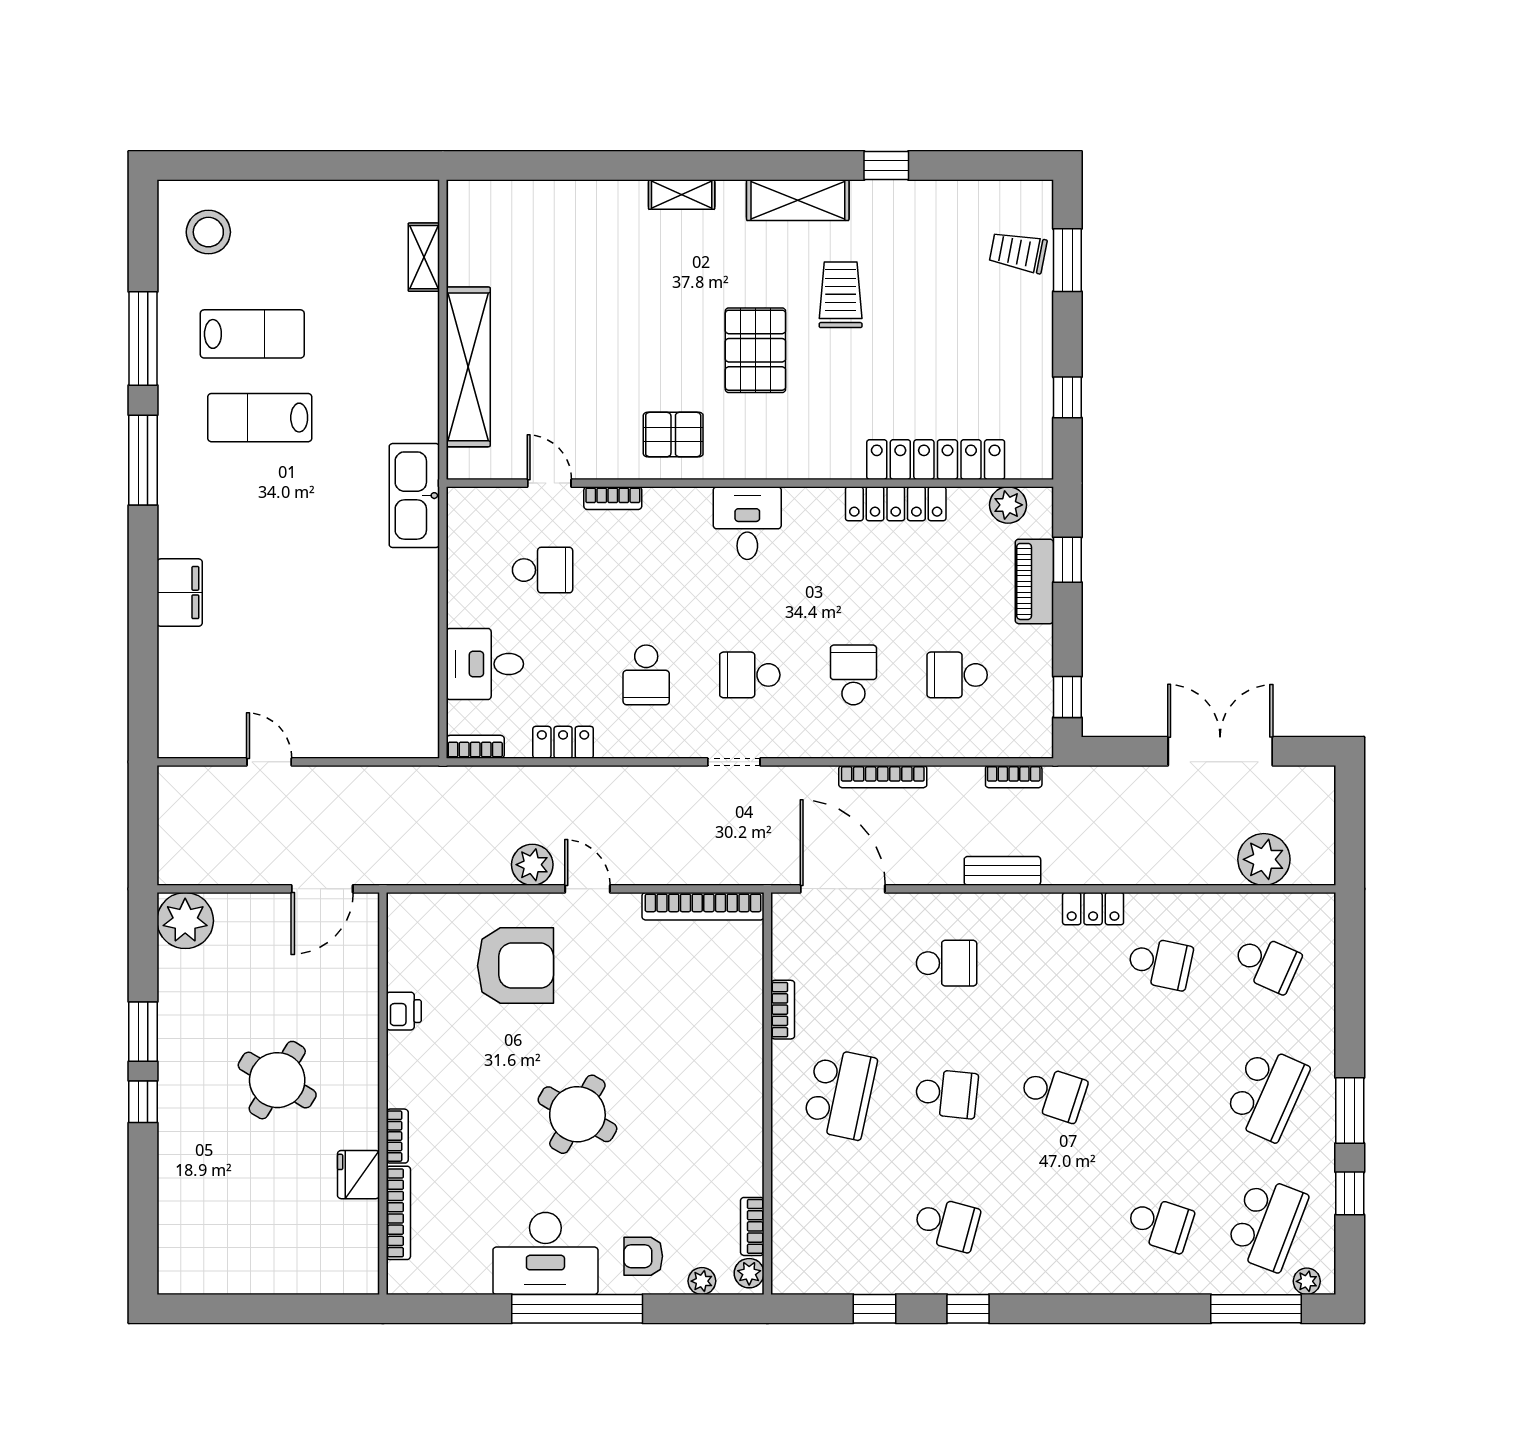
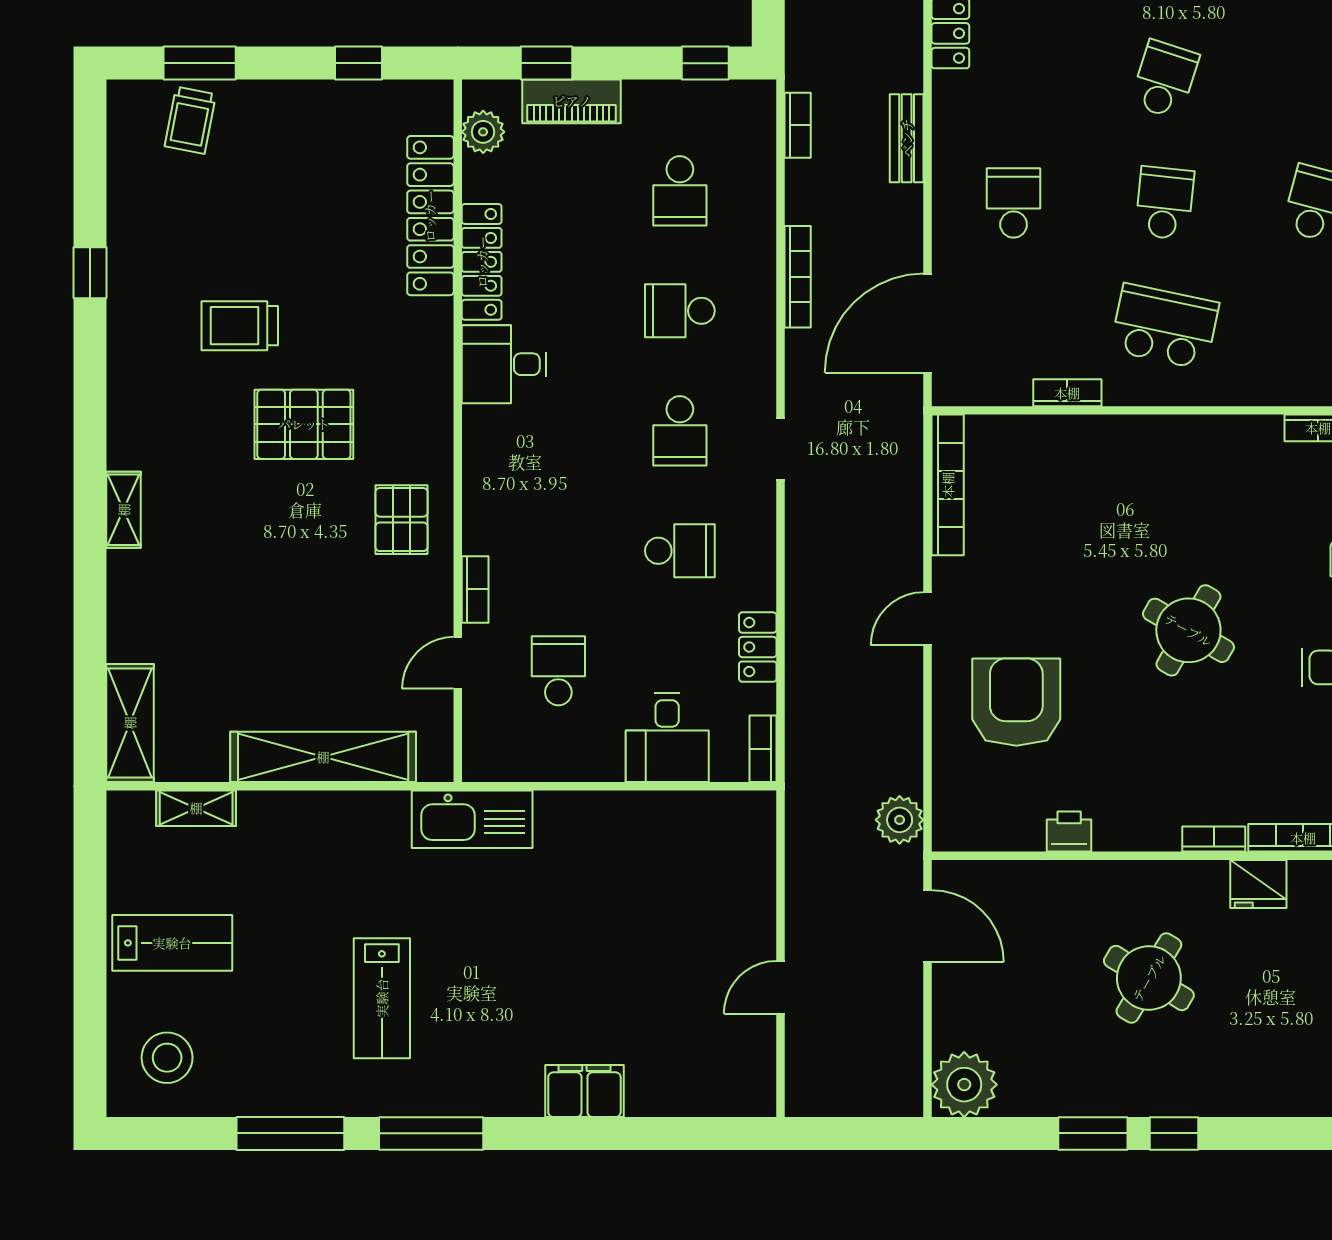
shelving: (798, 200) -> (130, 723), moved
lab bench: (252, 334) -> (172, 943), moved, turned 90
desk: (747, 523) -> (504, 364), moved
plant: (532, 865) -> (900, 820), moved

